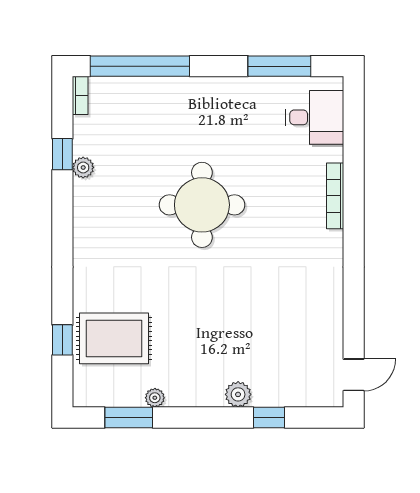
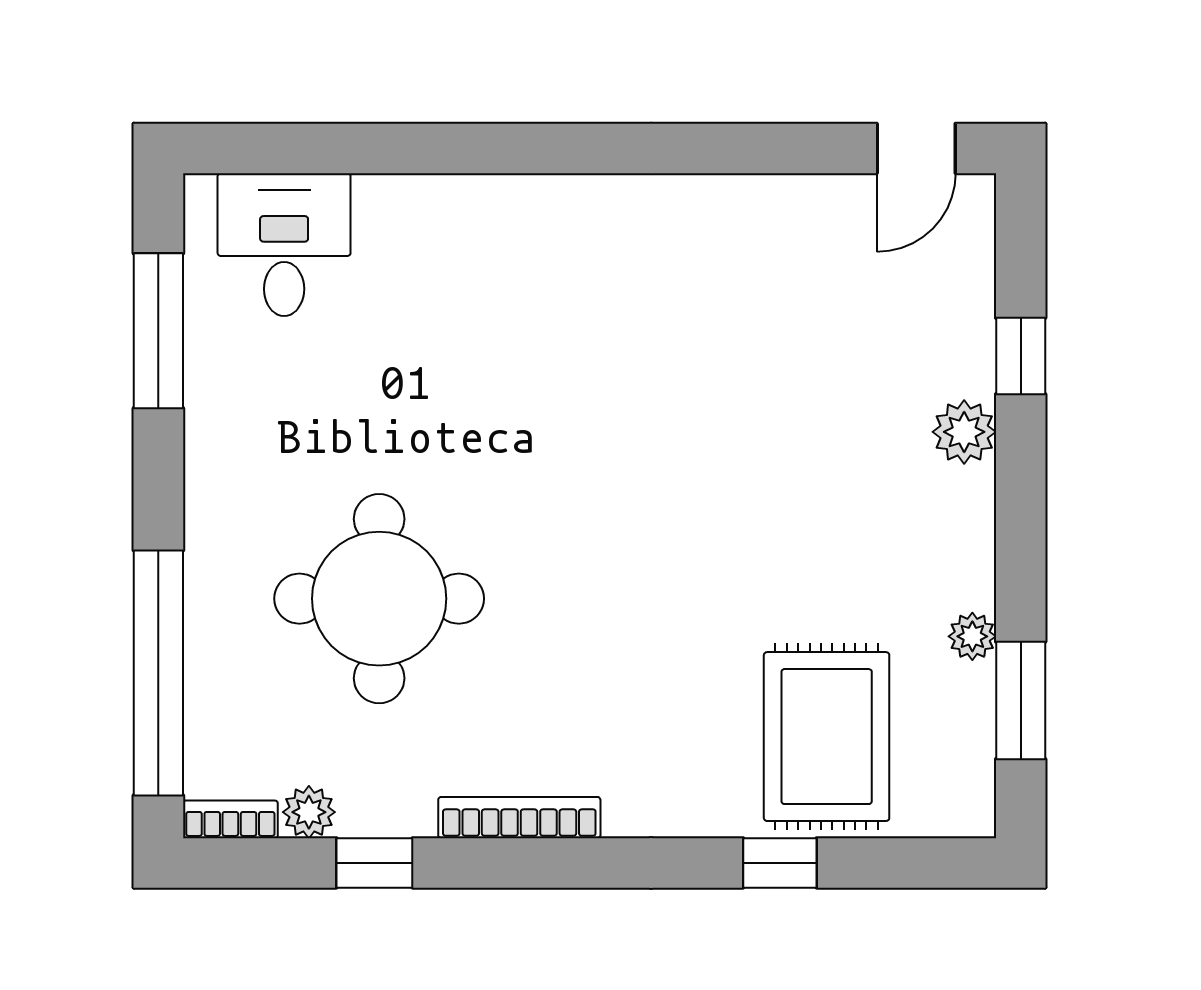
plant: (83, 167) -> (309, 812), moved
bookcase: (335, 196) -> (519, 818), moved, turned 180
round table: (202, 205) -> (379, 599), moved
window: (62, 340) -> (780, 863), moved
door: (354, 375) -> (916, 148), swing flipped

